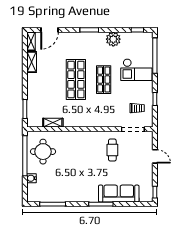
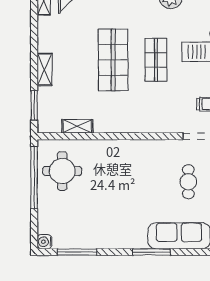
shelving: (32, 62) -> (45, 69), moved
cafe table: (112, 150) -> (188, 182), moved
water cooler: (32, 178) -> (45, 242), moved

